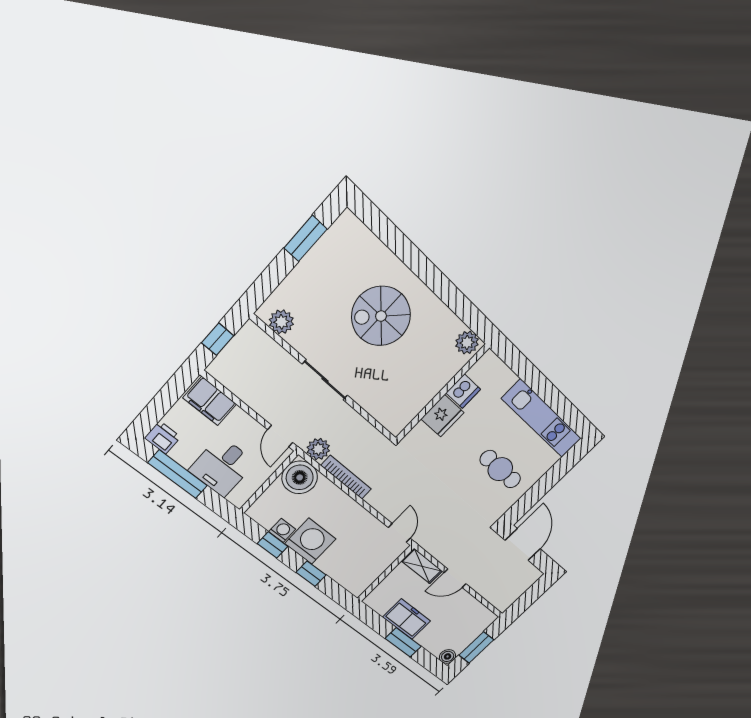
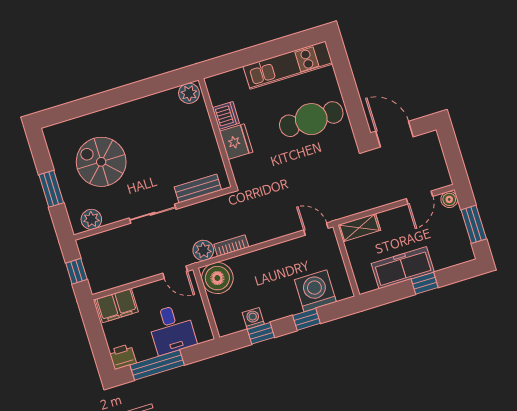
window: (305, 238) -> (51, 189), moved
spiral stairs: (381, 316) -> (101, 162), moved, turned 90
bench: (376, 408) -> (198, 189), added
cafe table: (500, 469) -> (311, 119), width x1.37, depth x1.35
bookcase: (346, 477) -> (231, 246), width x0.64
washing machine: (310, 541) -> (315, 291), moved
door: (455, 578) -> (420, 197), moved
freezer: (407, 619) -> (403, 268), width x1.40
window: (403, 642) -> (425, 283), width x0.67
boiler: (448, 656) -> (449, 199), moved

